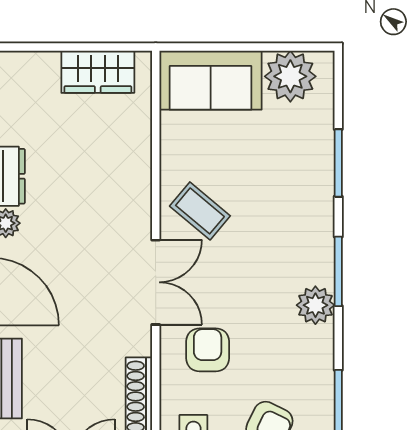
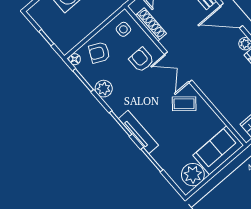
tv unit: (320, 230) -> (138, 132), added
plant: (315, 305) -> (104, 89), moved
armchair: (208, 350) -> (141, 60), turned 180

